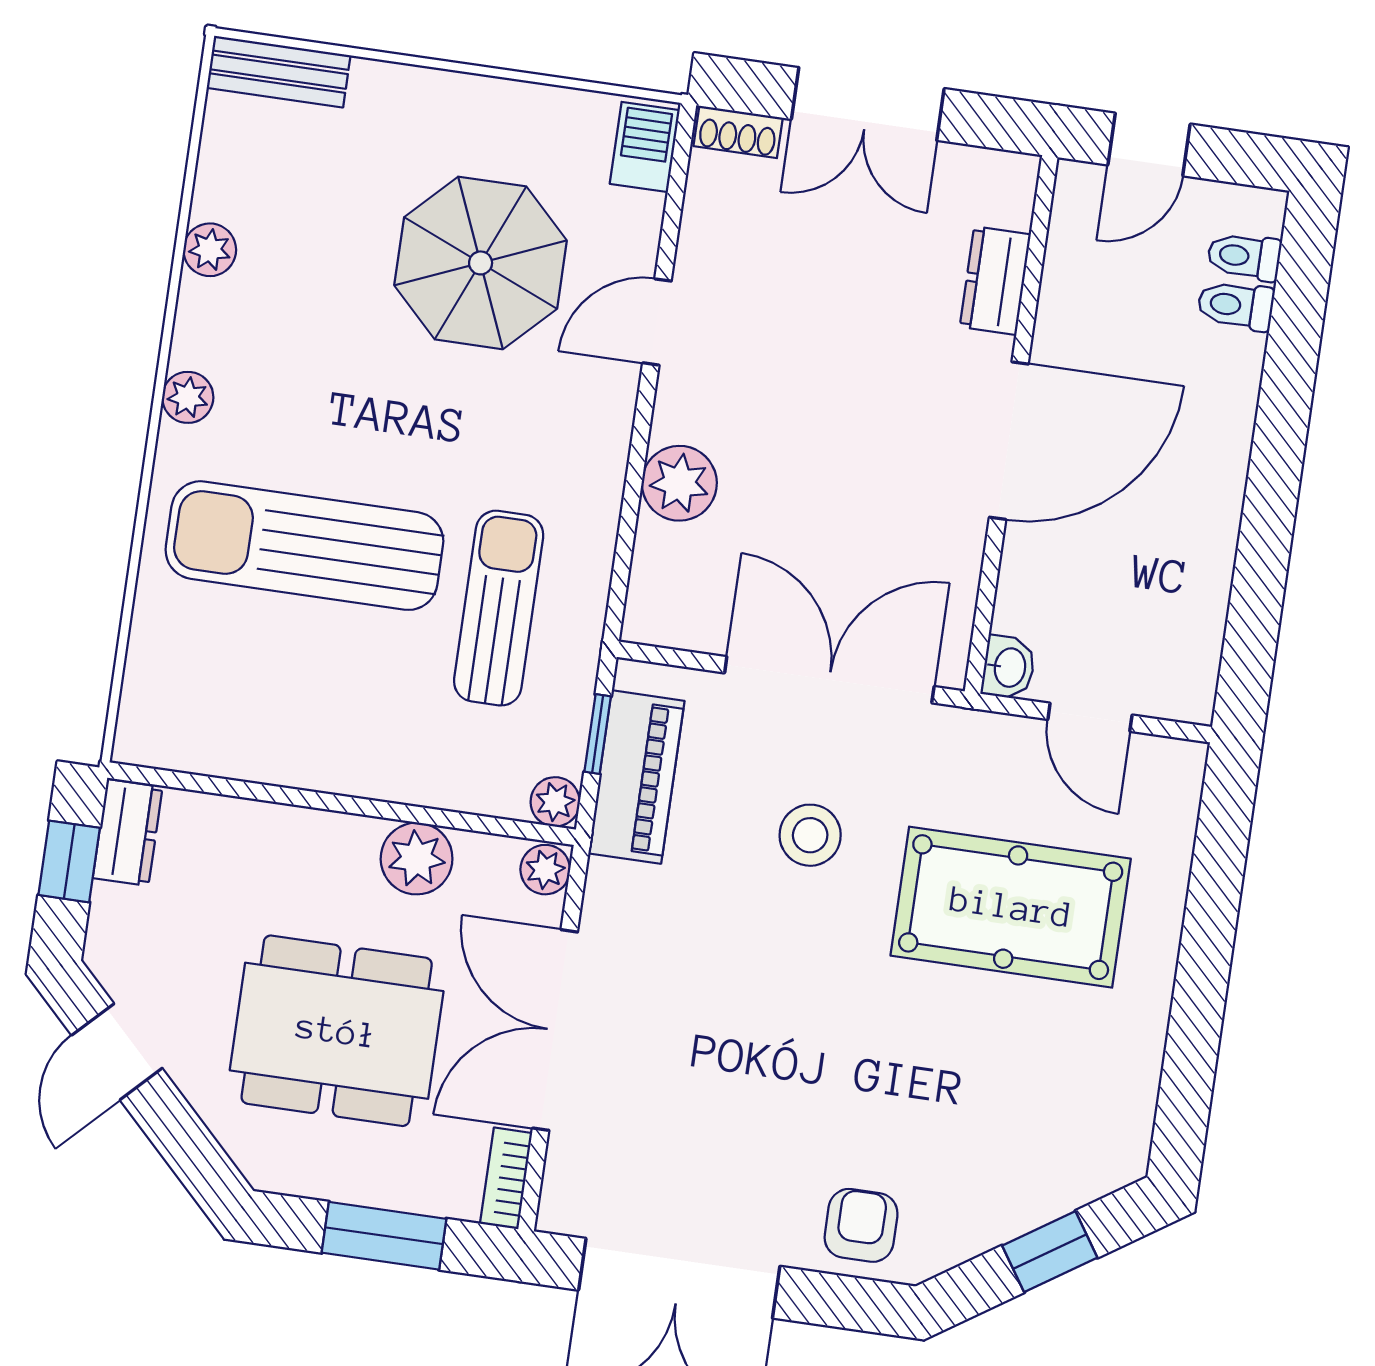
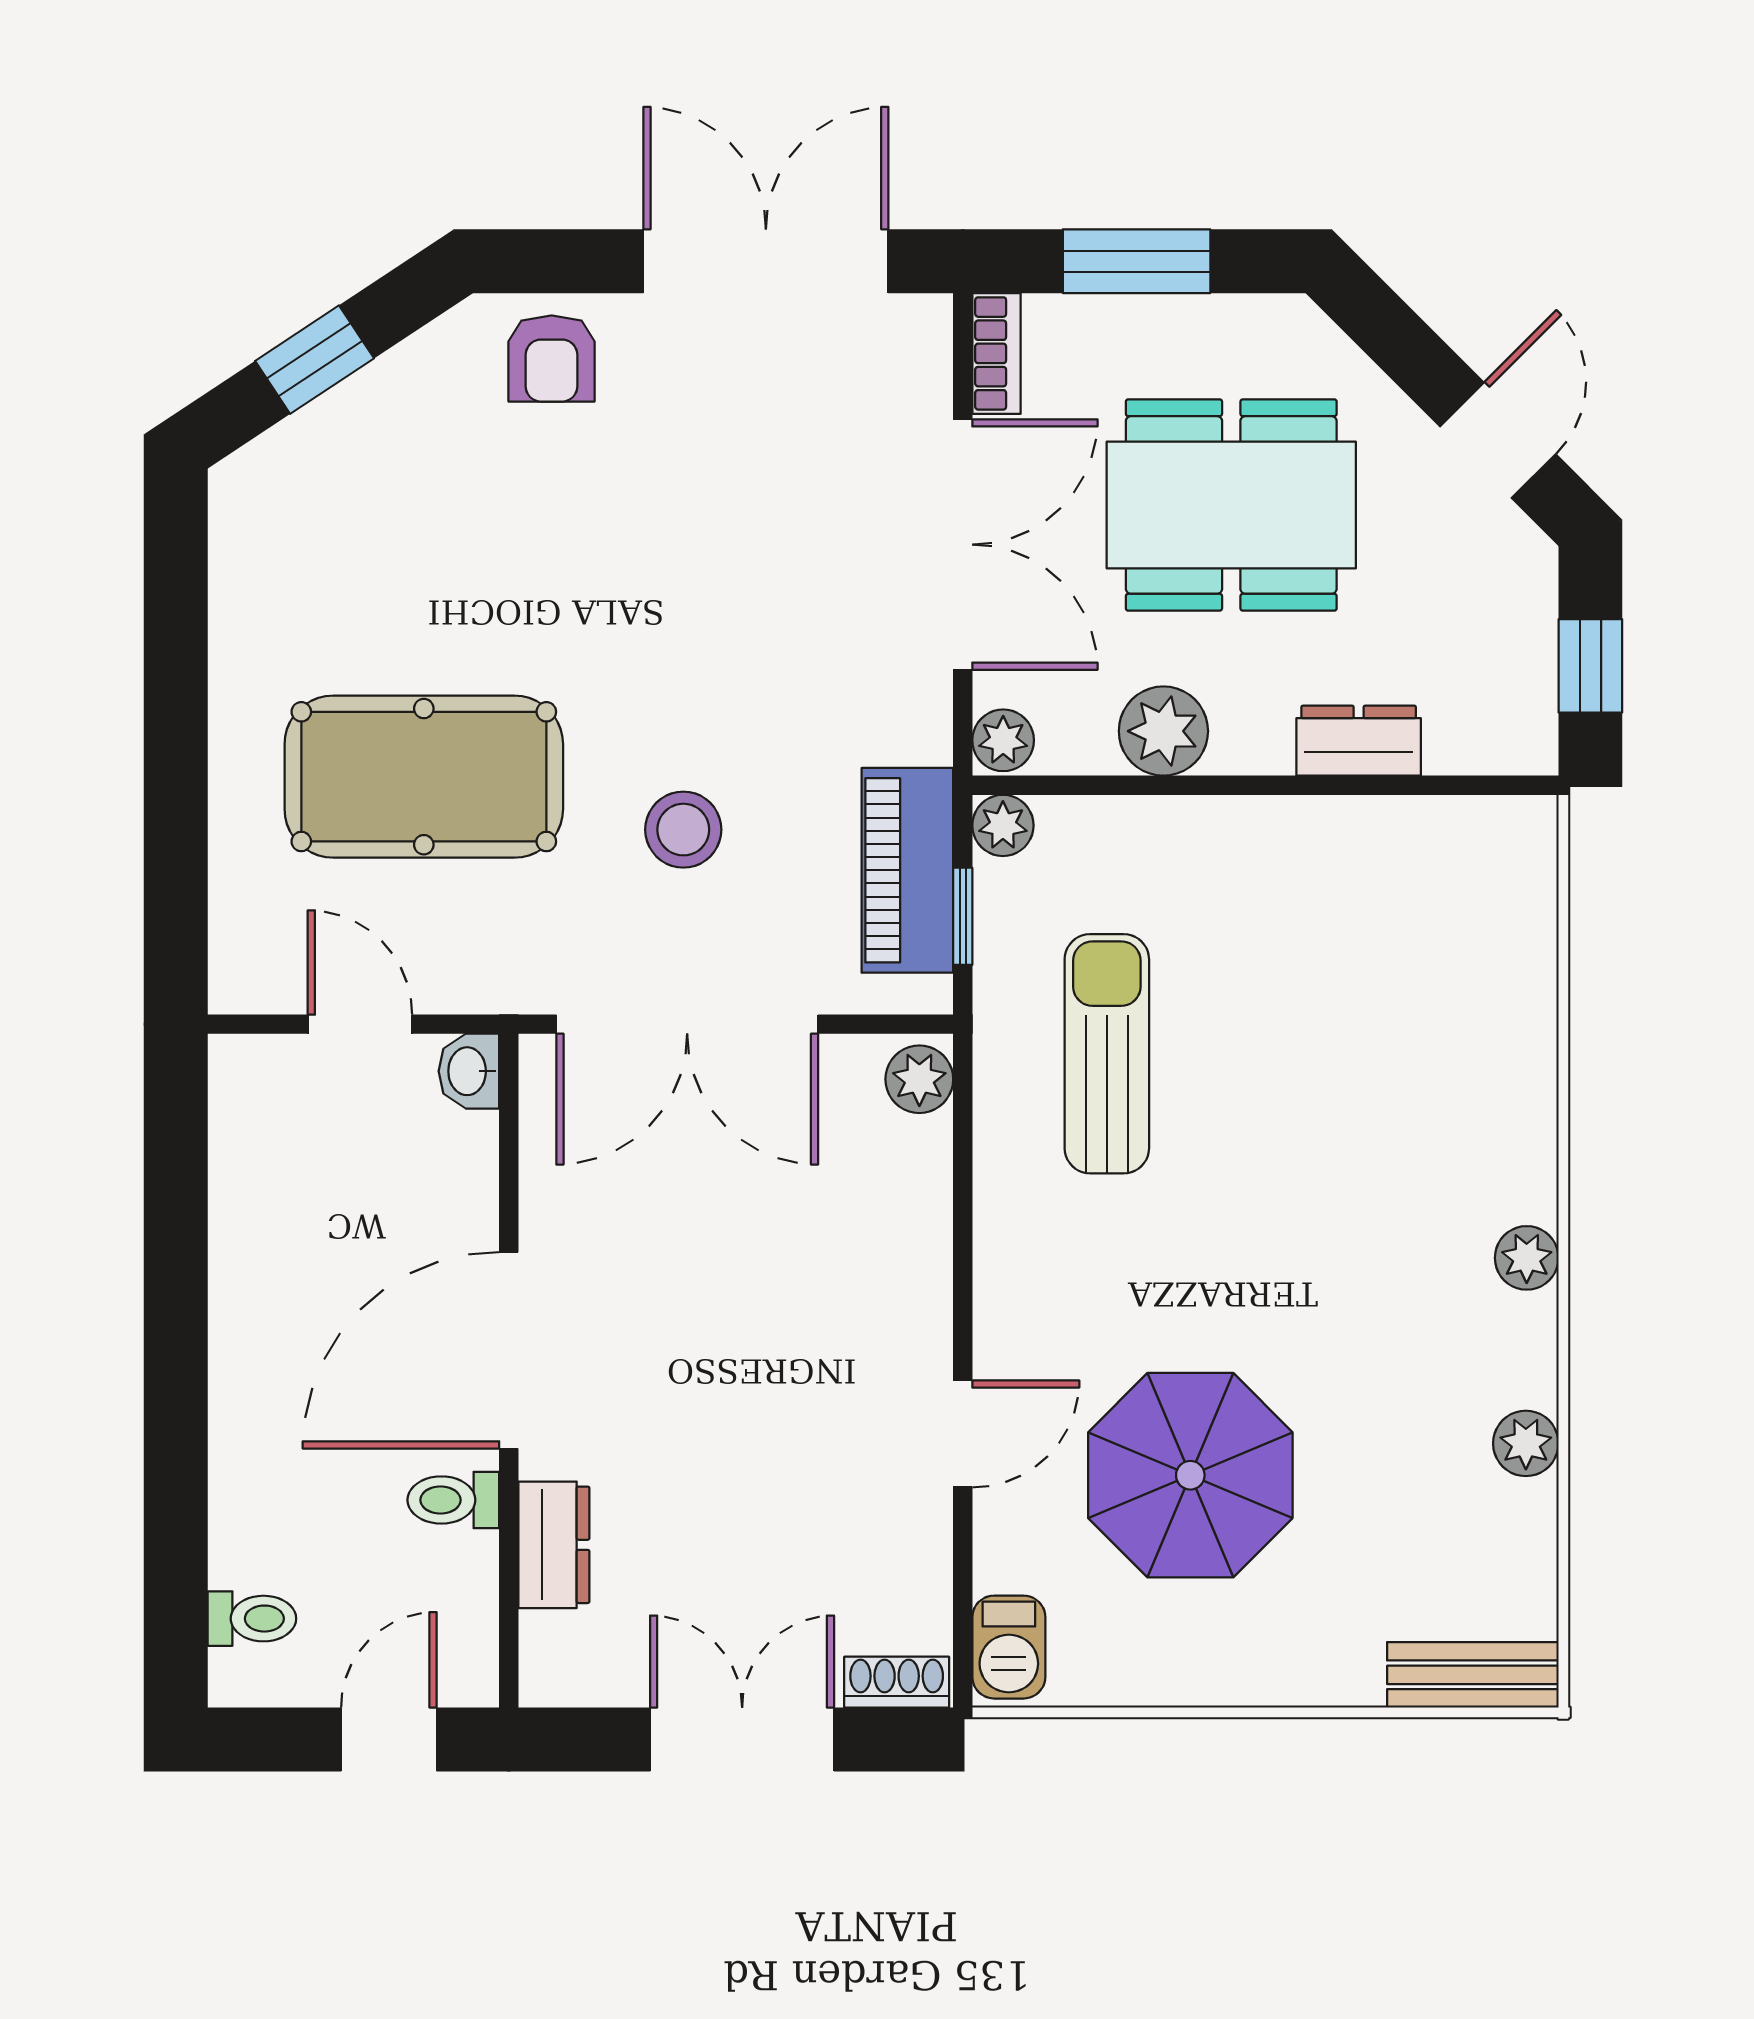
toilet: (1236, 305) -> (453, 1500), moved, turned 180
plant: (679, 483) -> (919, 1079), moved, width x0.73, depth x0.73
sun lounger: (304, 546) -> (1357, 1096), removed
sun lounger: (499, 608) -> (1107, 1054), turned 180
dresser: (128, 833) -> (1359, 741), moved, turned 90

